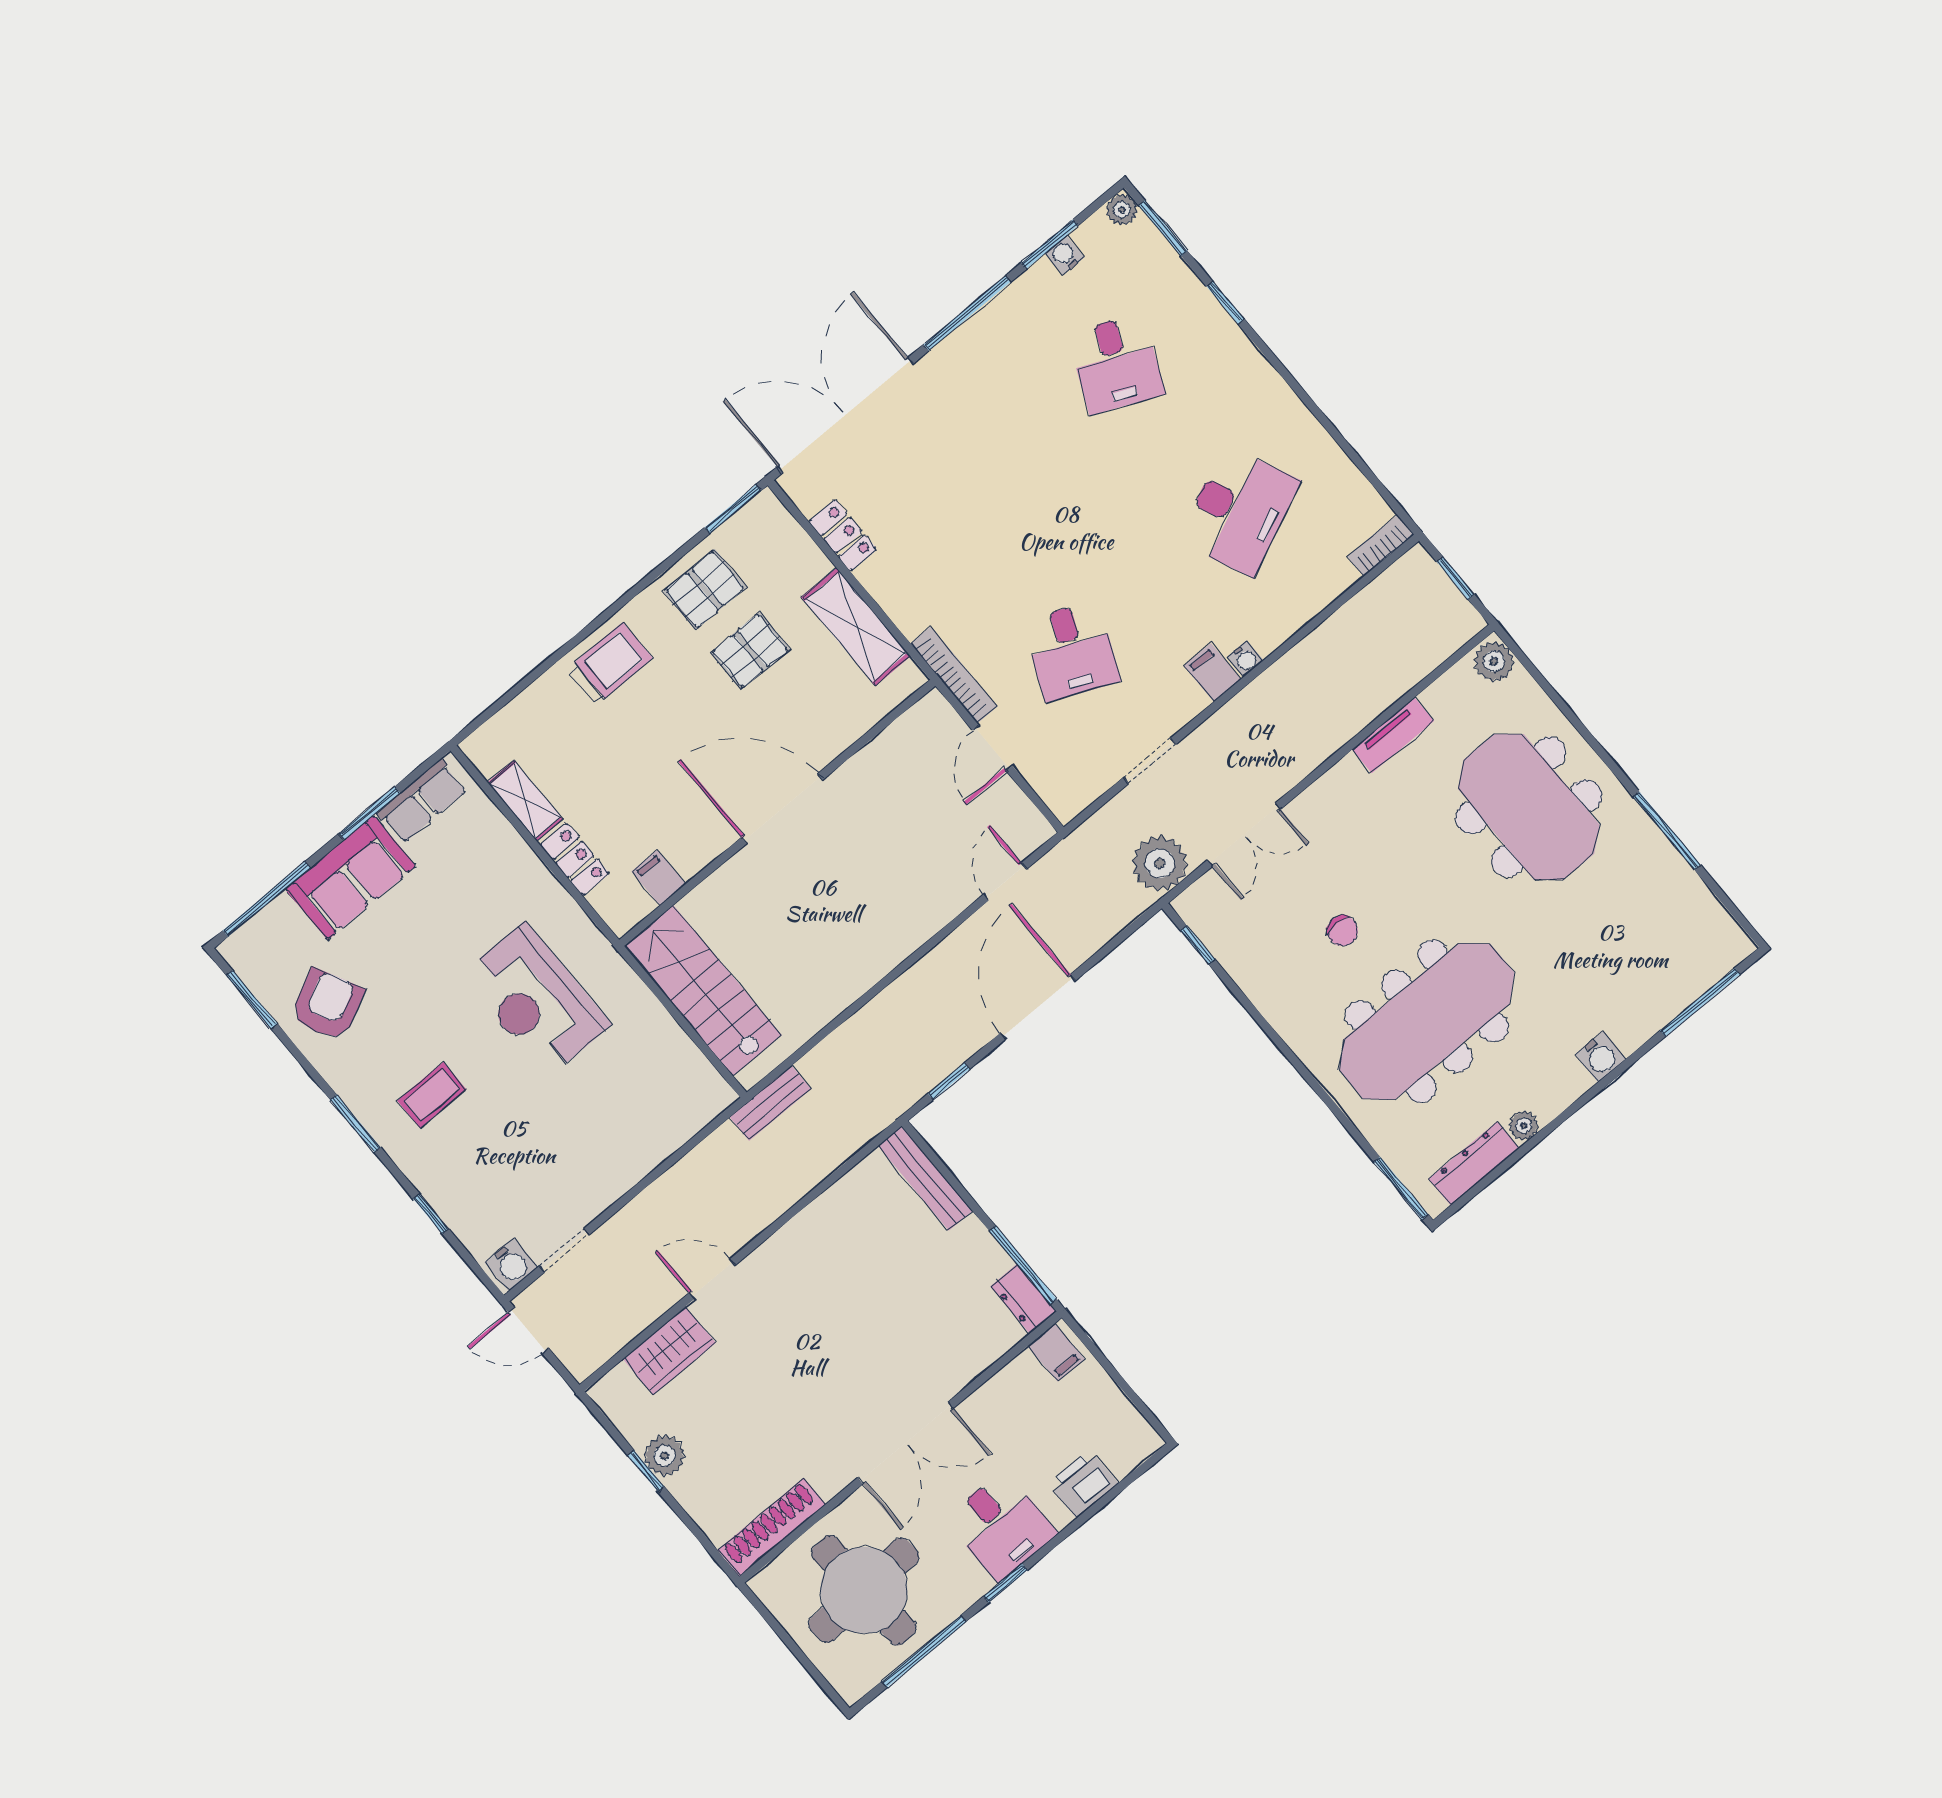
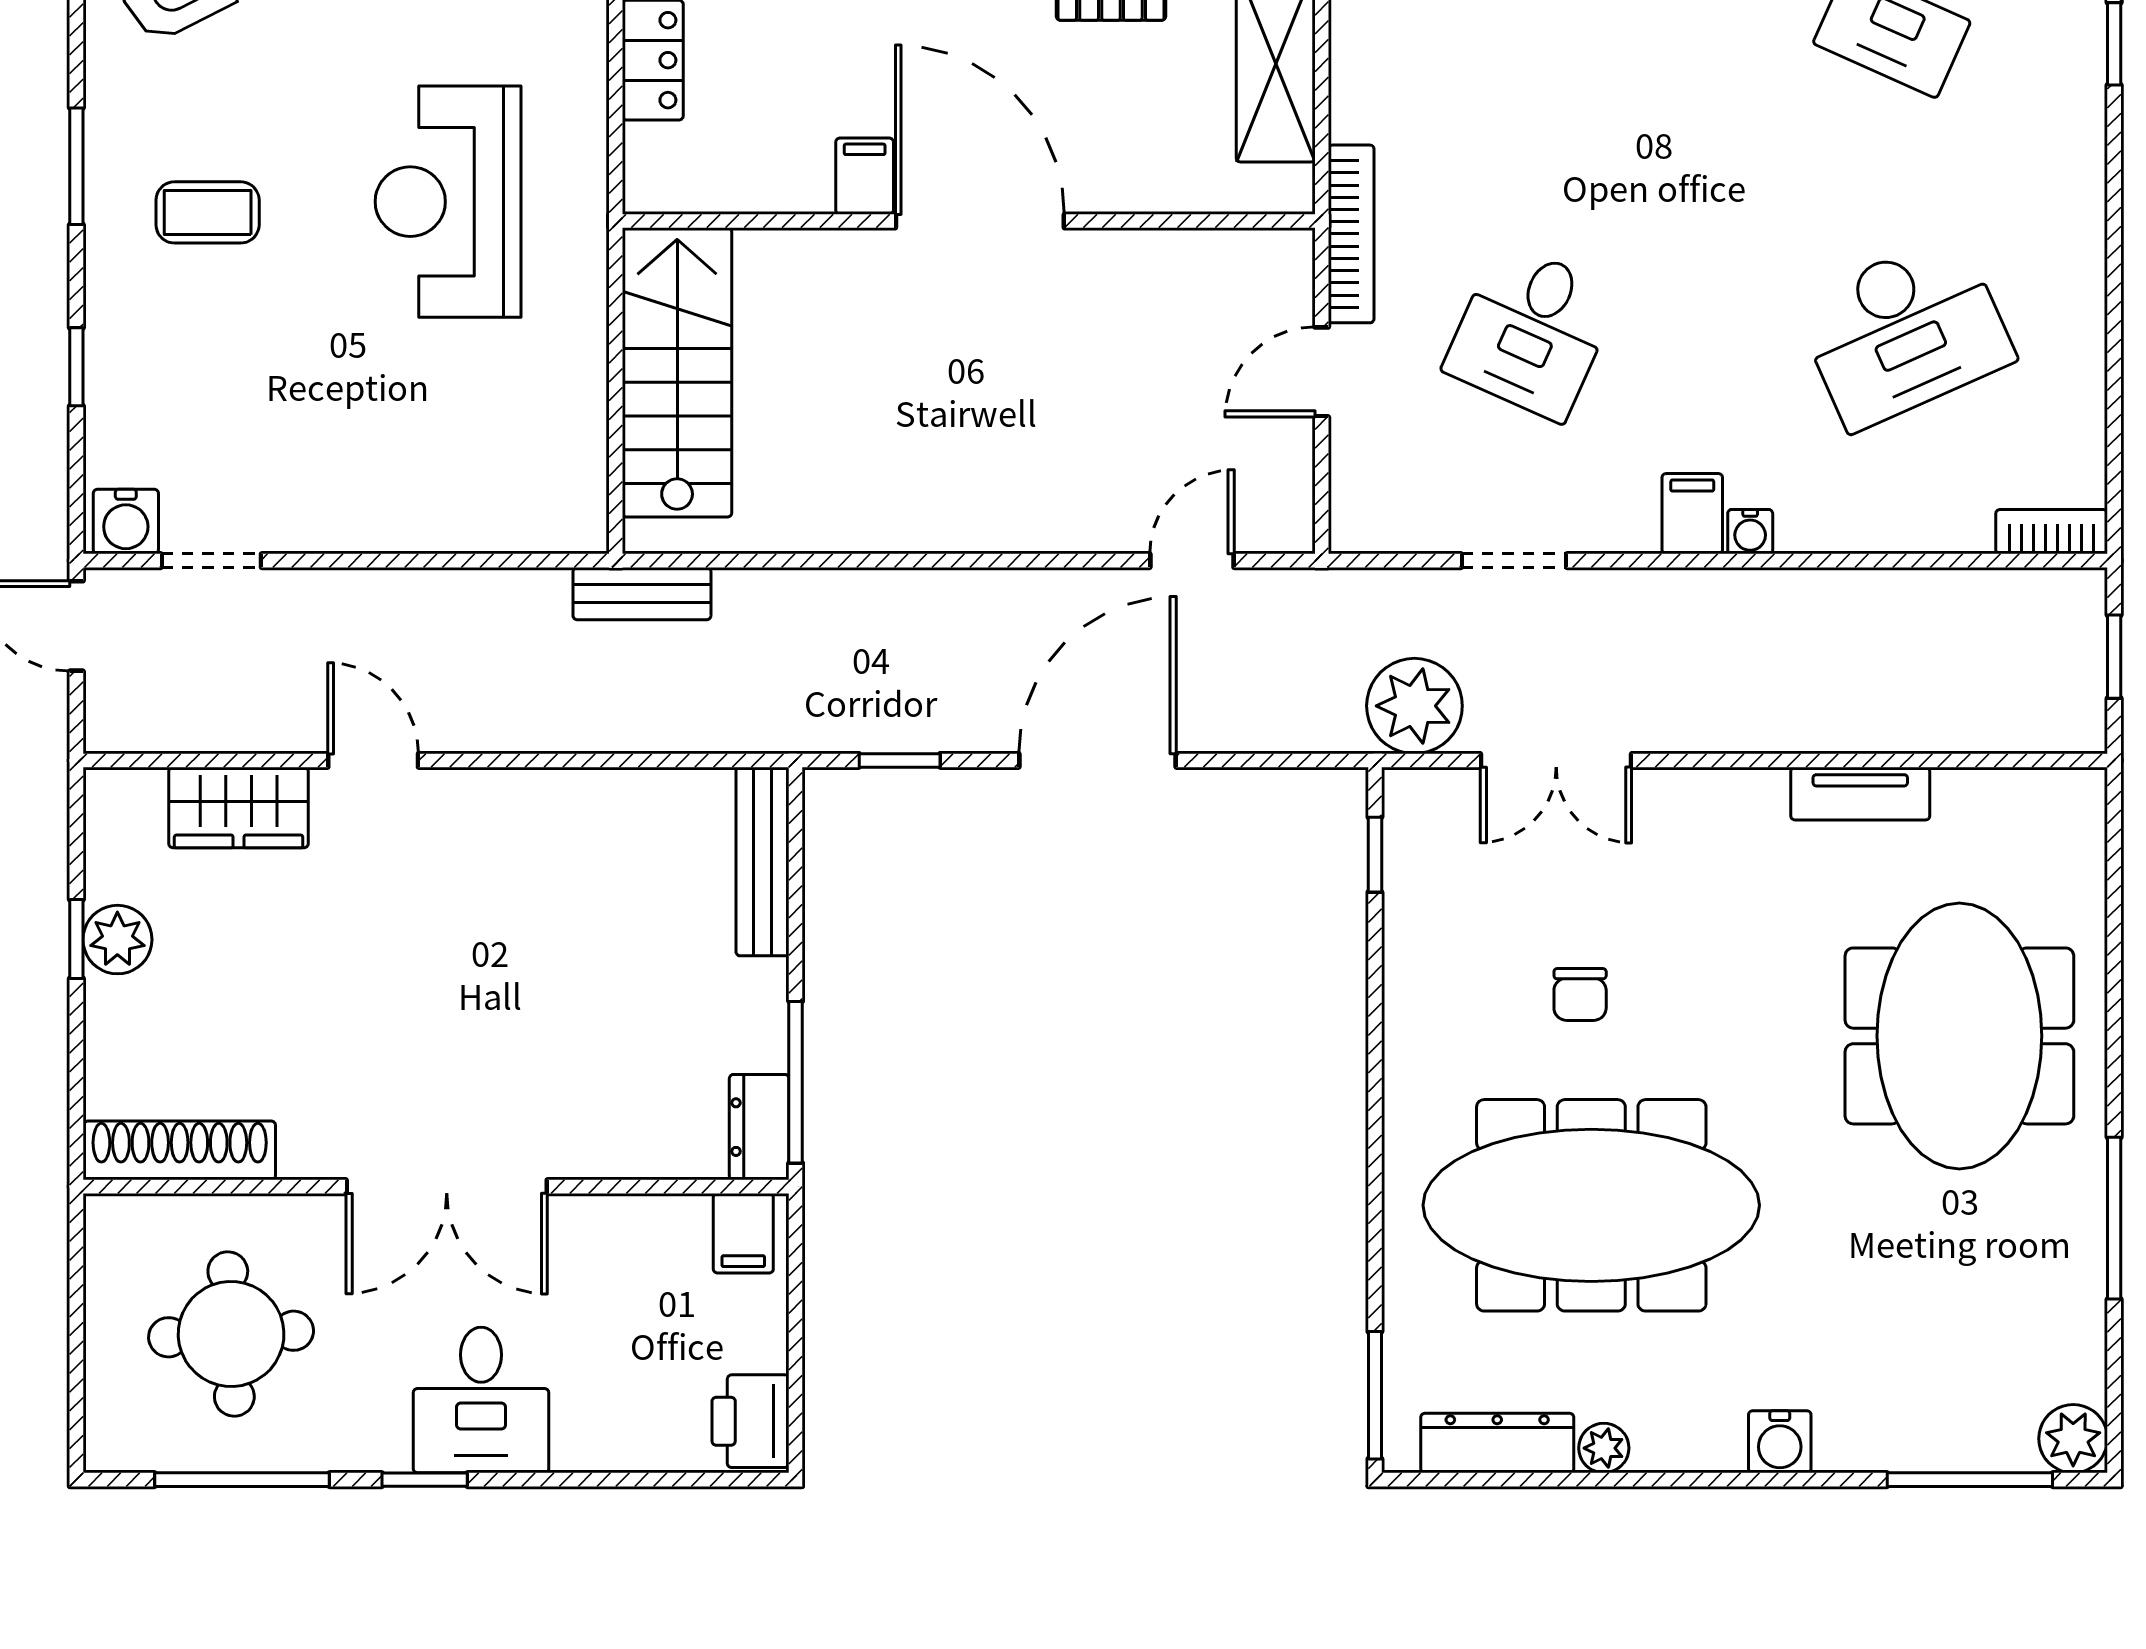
plant: (1494, 661) -> (2073, 1439), moved
filing cabinet: (659, 878) -> (865, 176), moved
printer: (1083, 1484) -> (751, 1421), moved, turned -90
round table: (864, 1590) -> (231, 1334), width x0.73, depth x0.73

